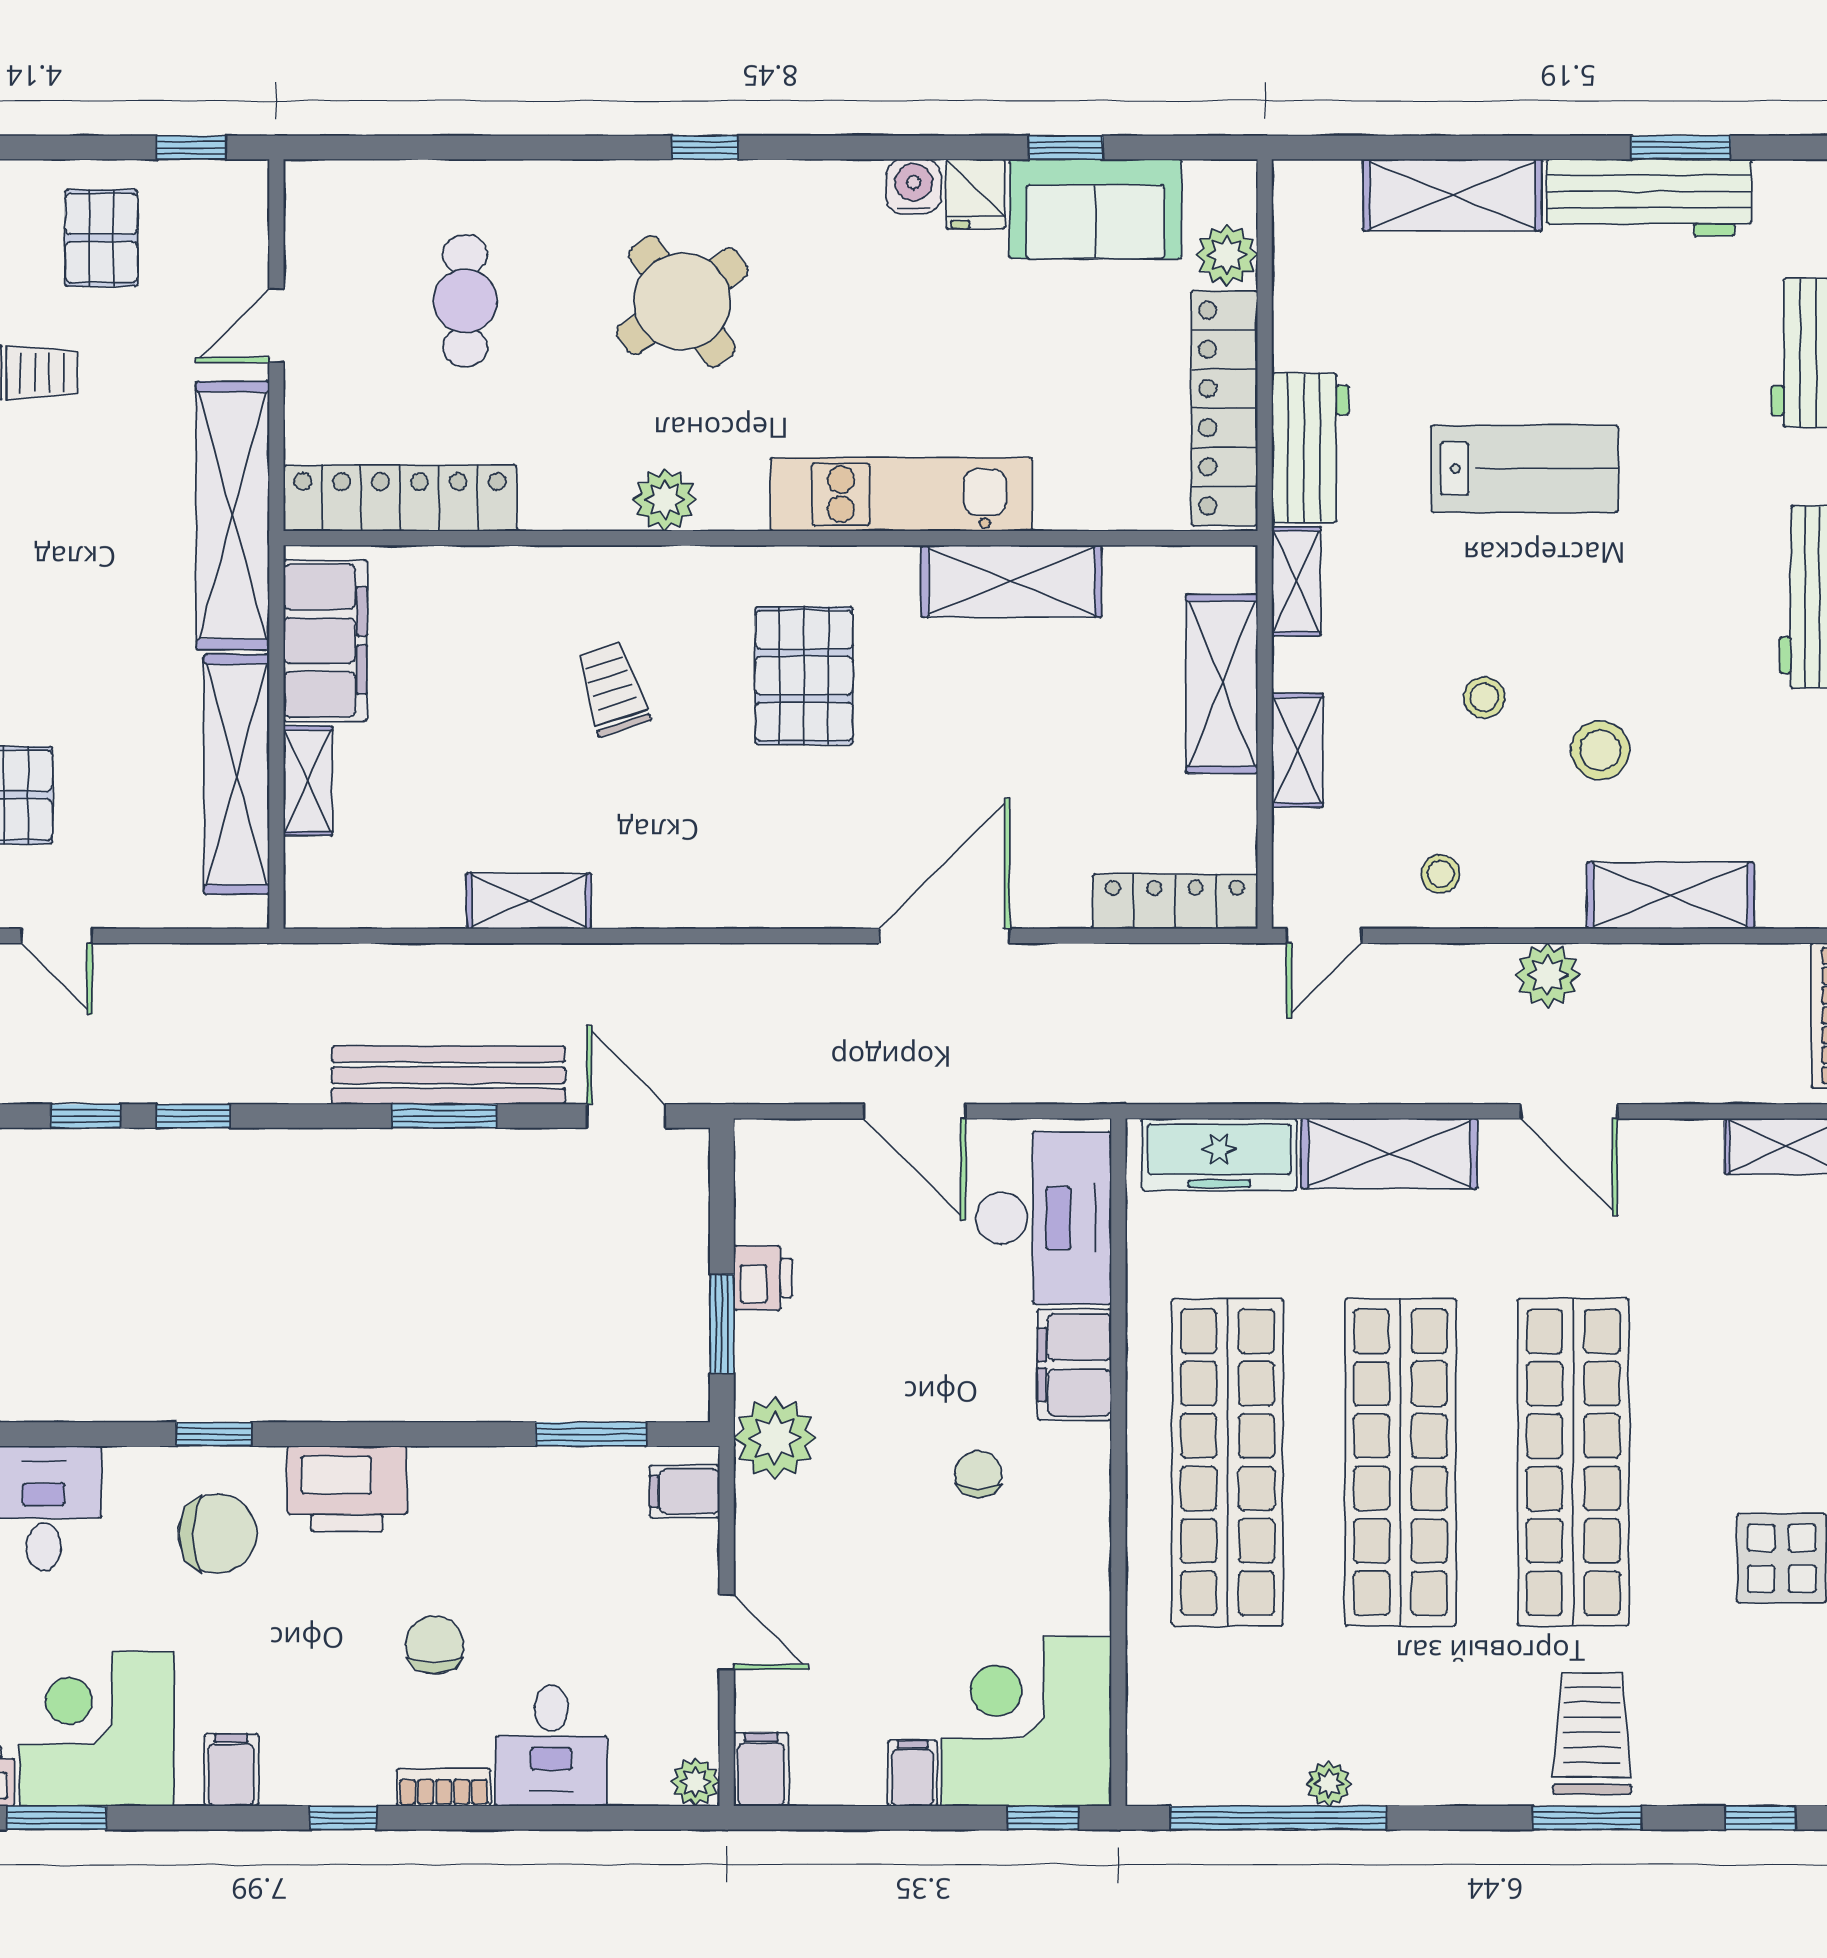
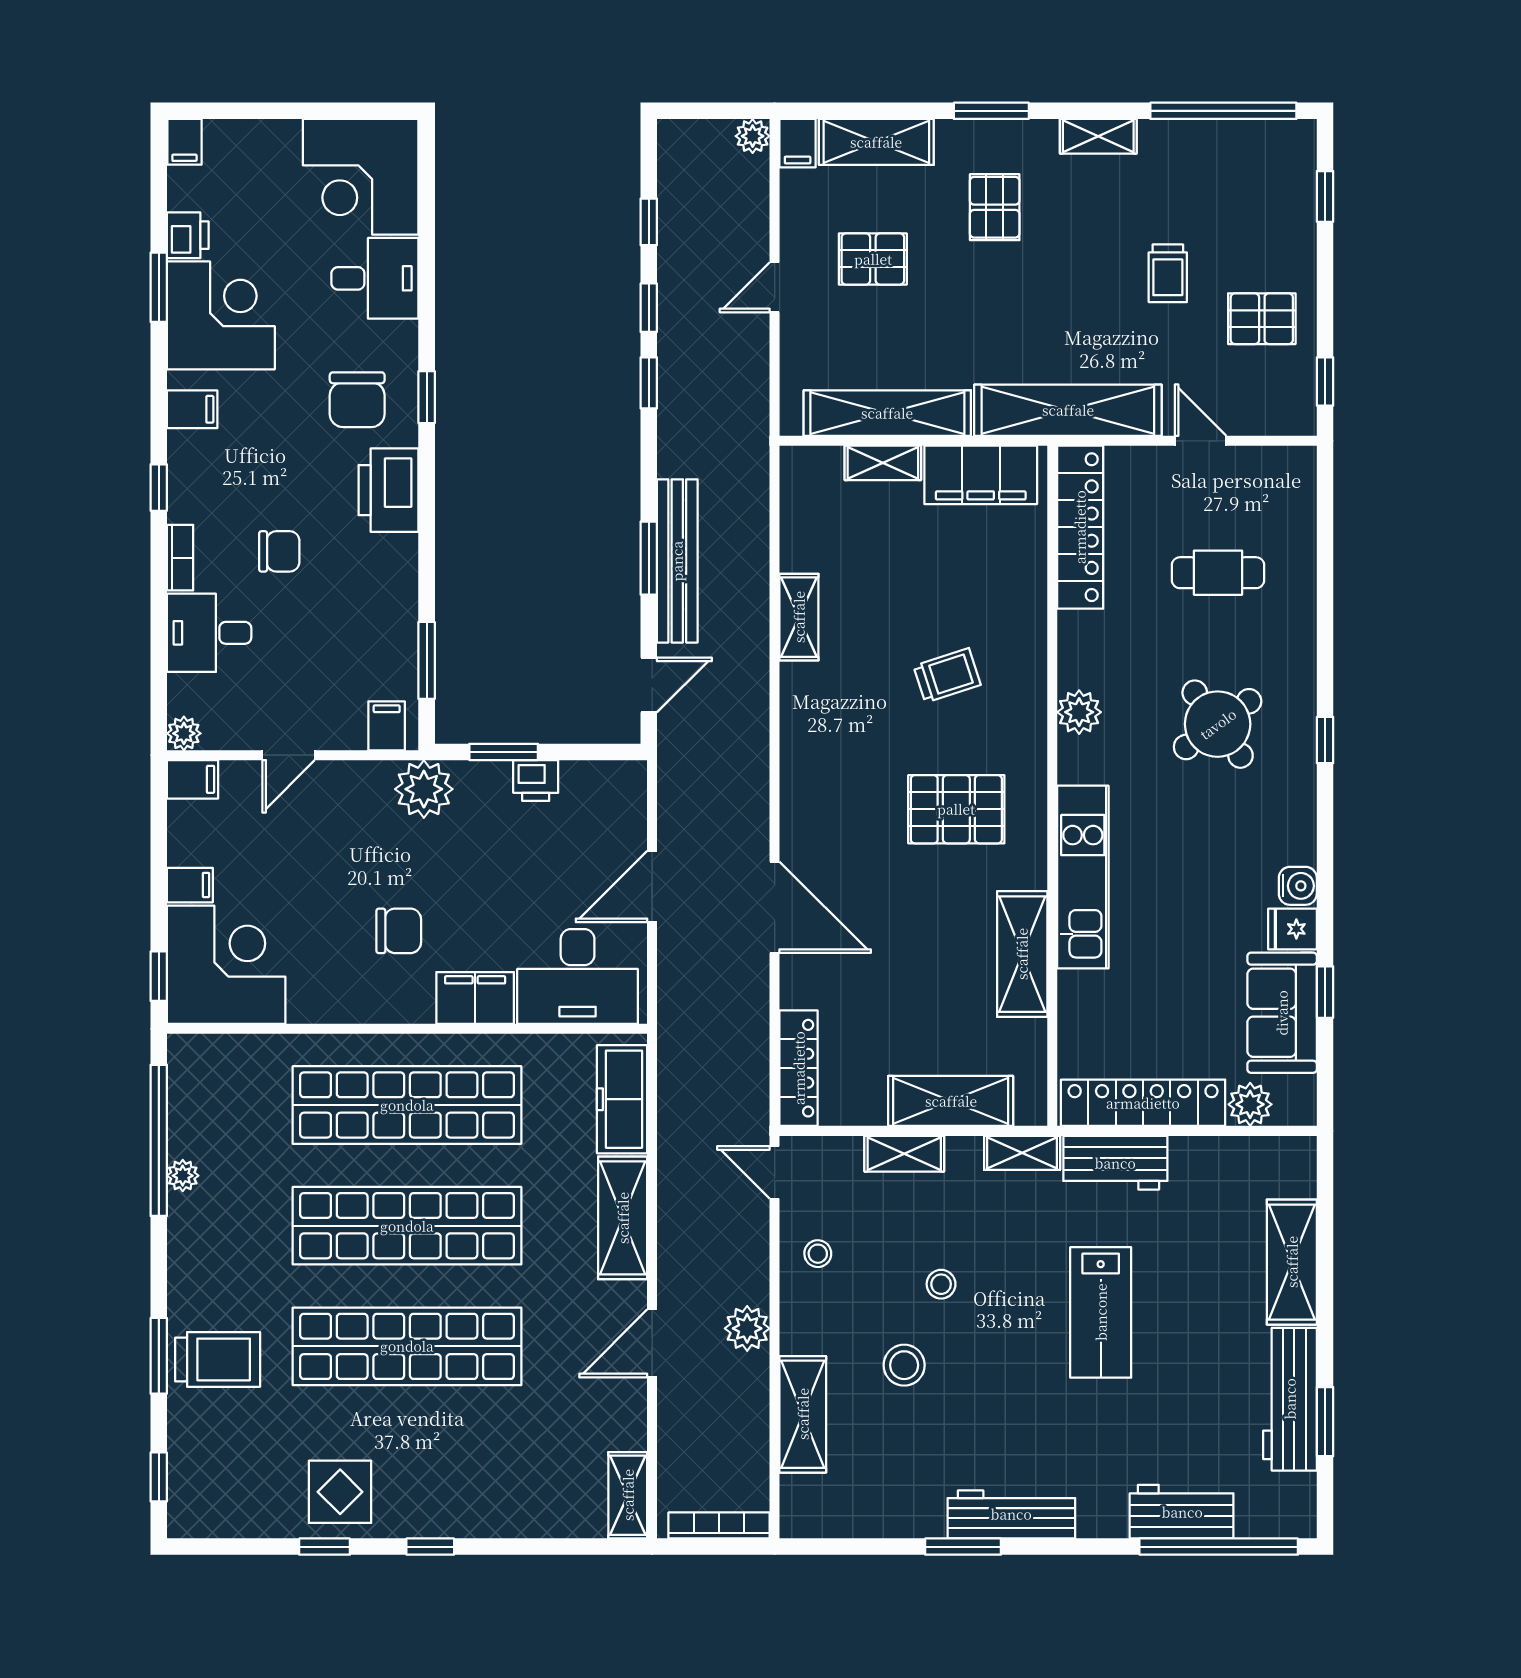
chair: (978, 1474) -> (399, 931), width x1.37, depth x1.37

